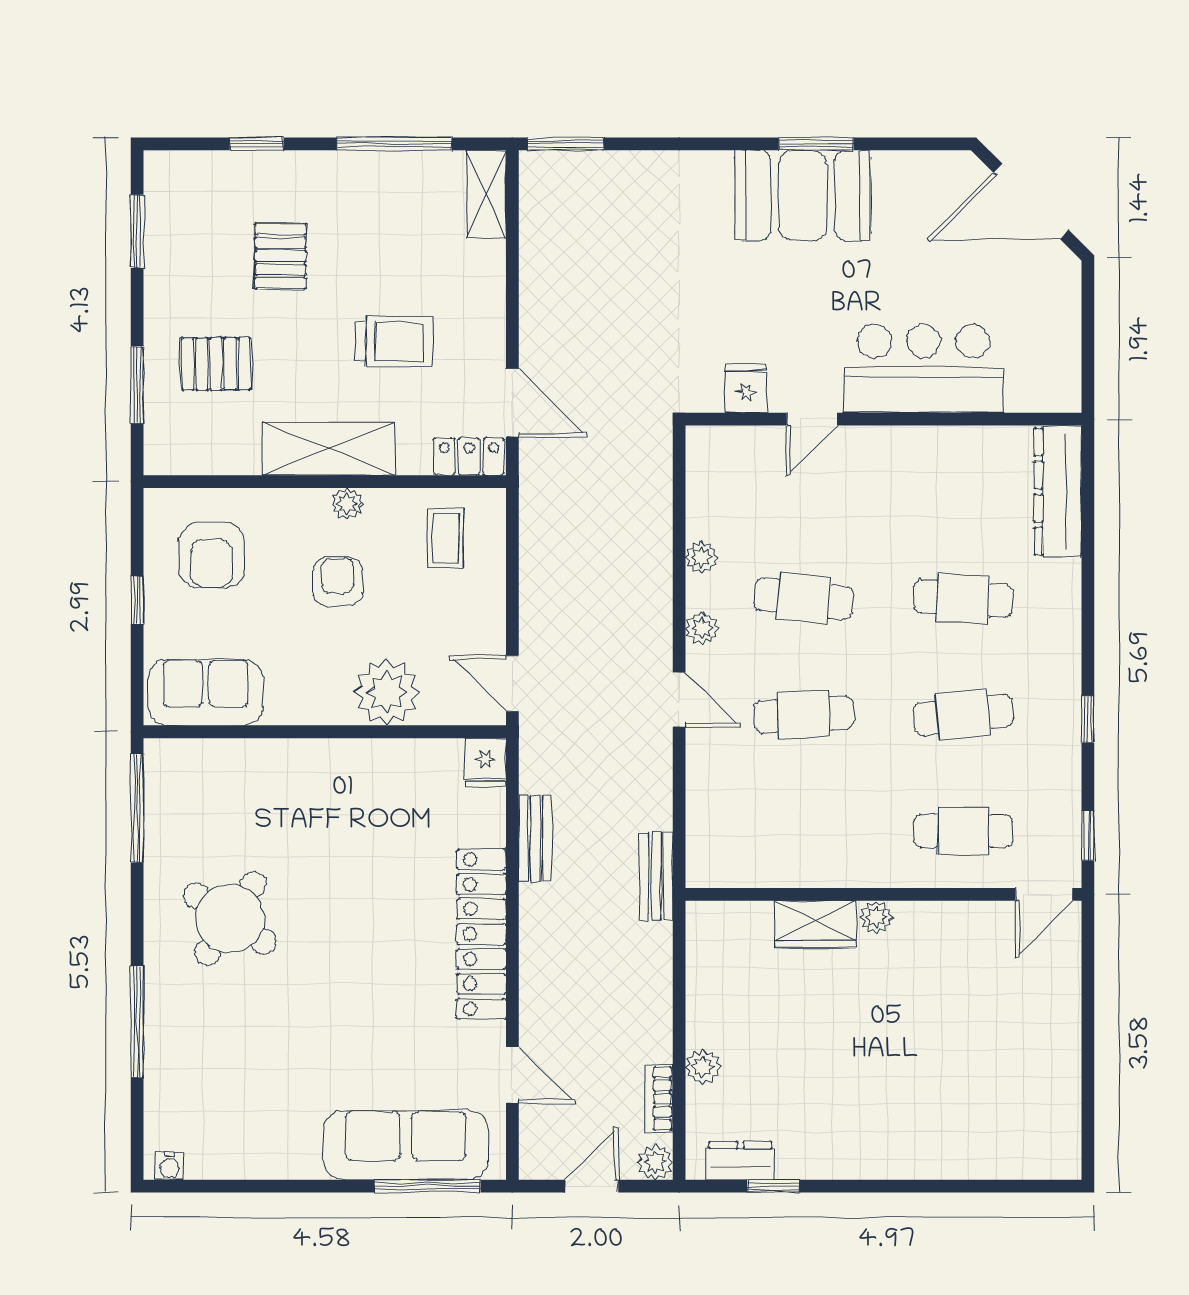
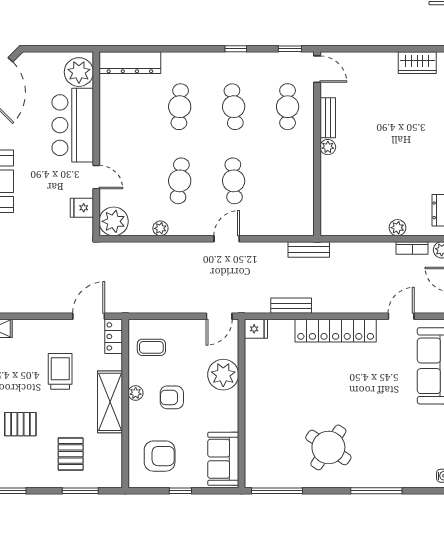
plant: (1038, 382) -> (79, 72), added
plant: (702, 628) -> (114, 221), moved, width x1.87, depth x1.87
bench: (940, 917) -> (328, 118), added
wardrobe: (816, 924) -> (417, 63), moved, turned 90

